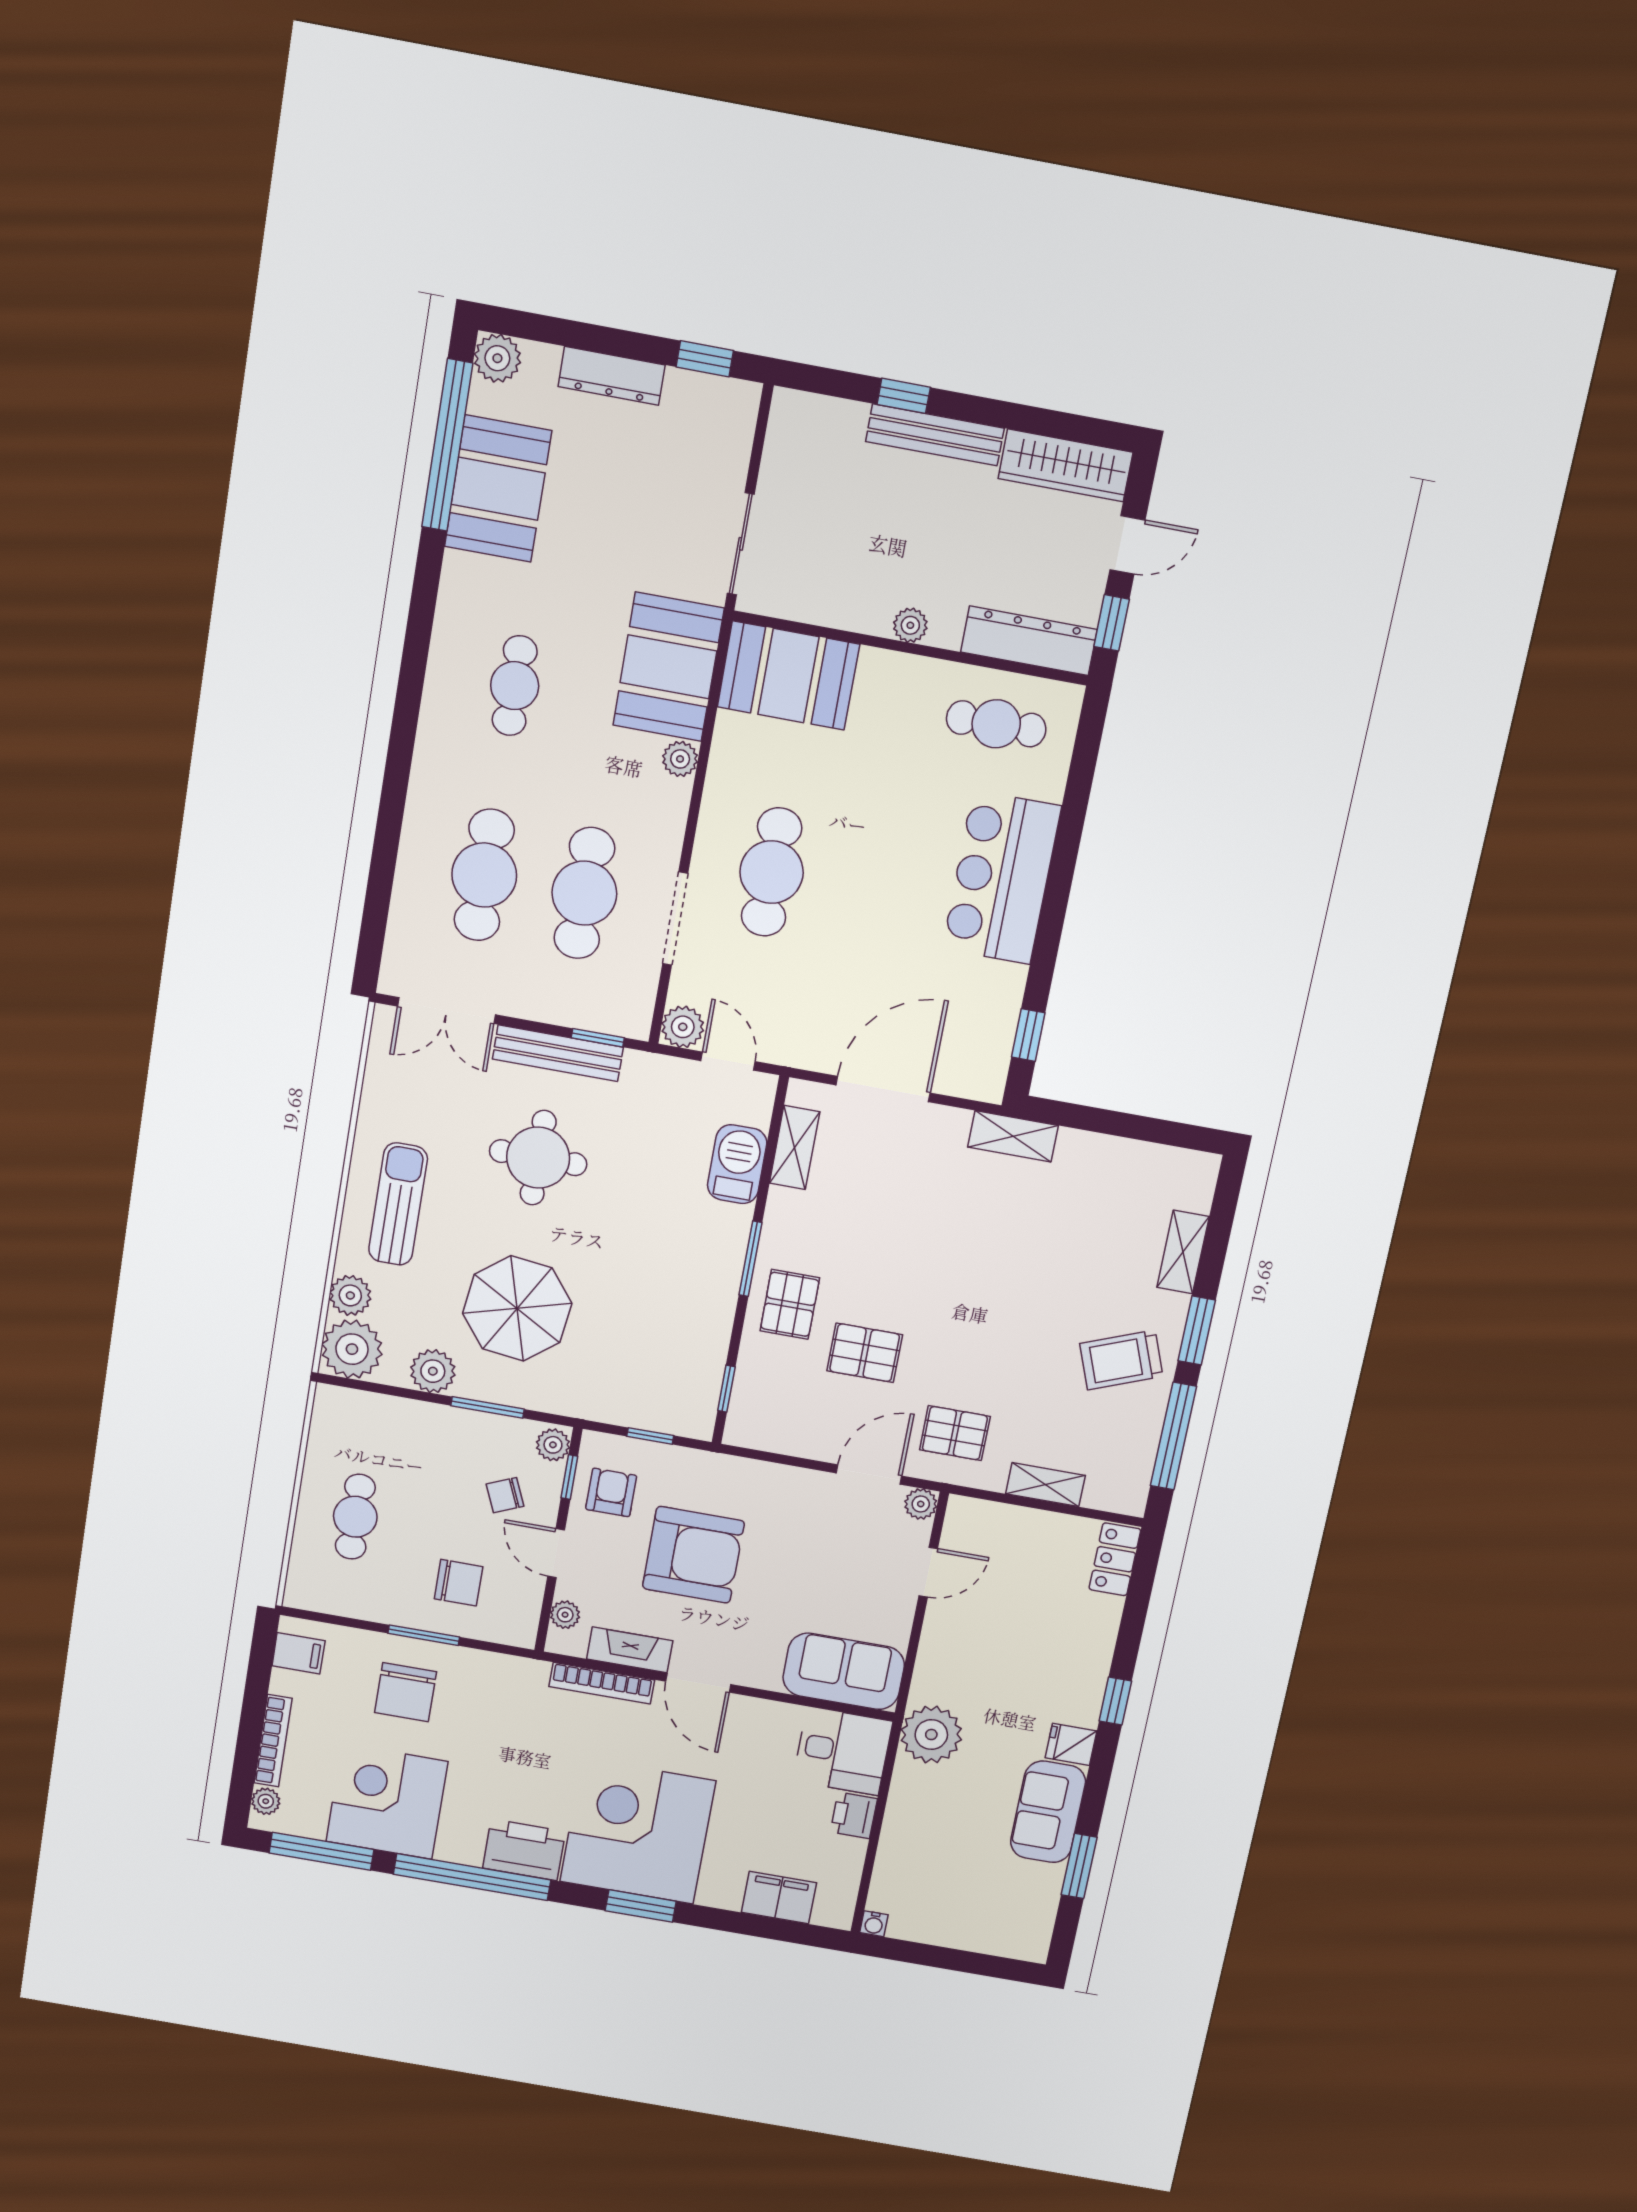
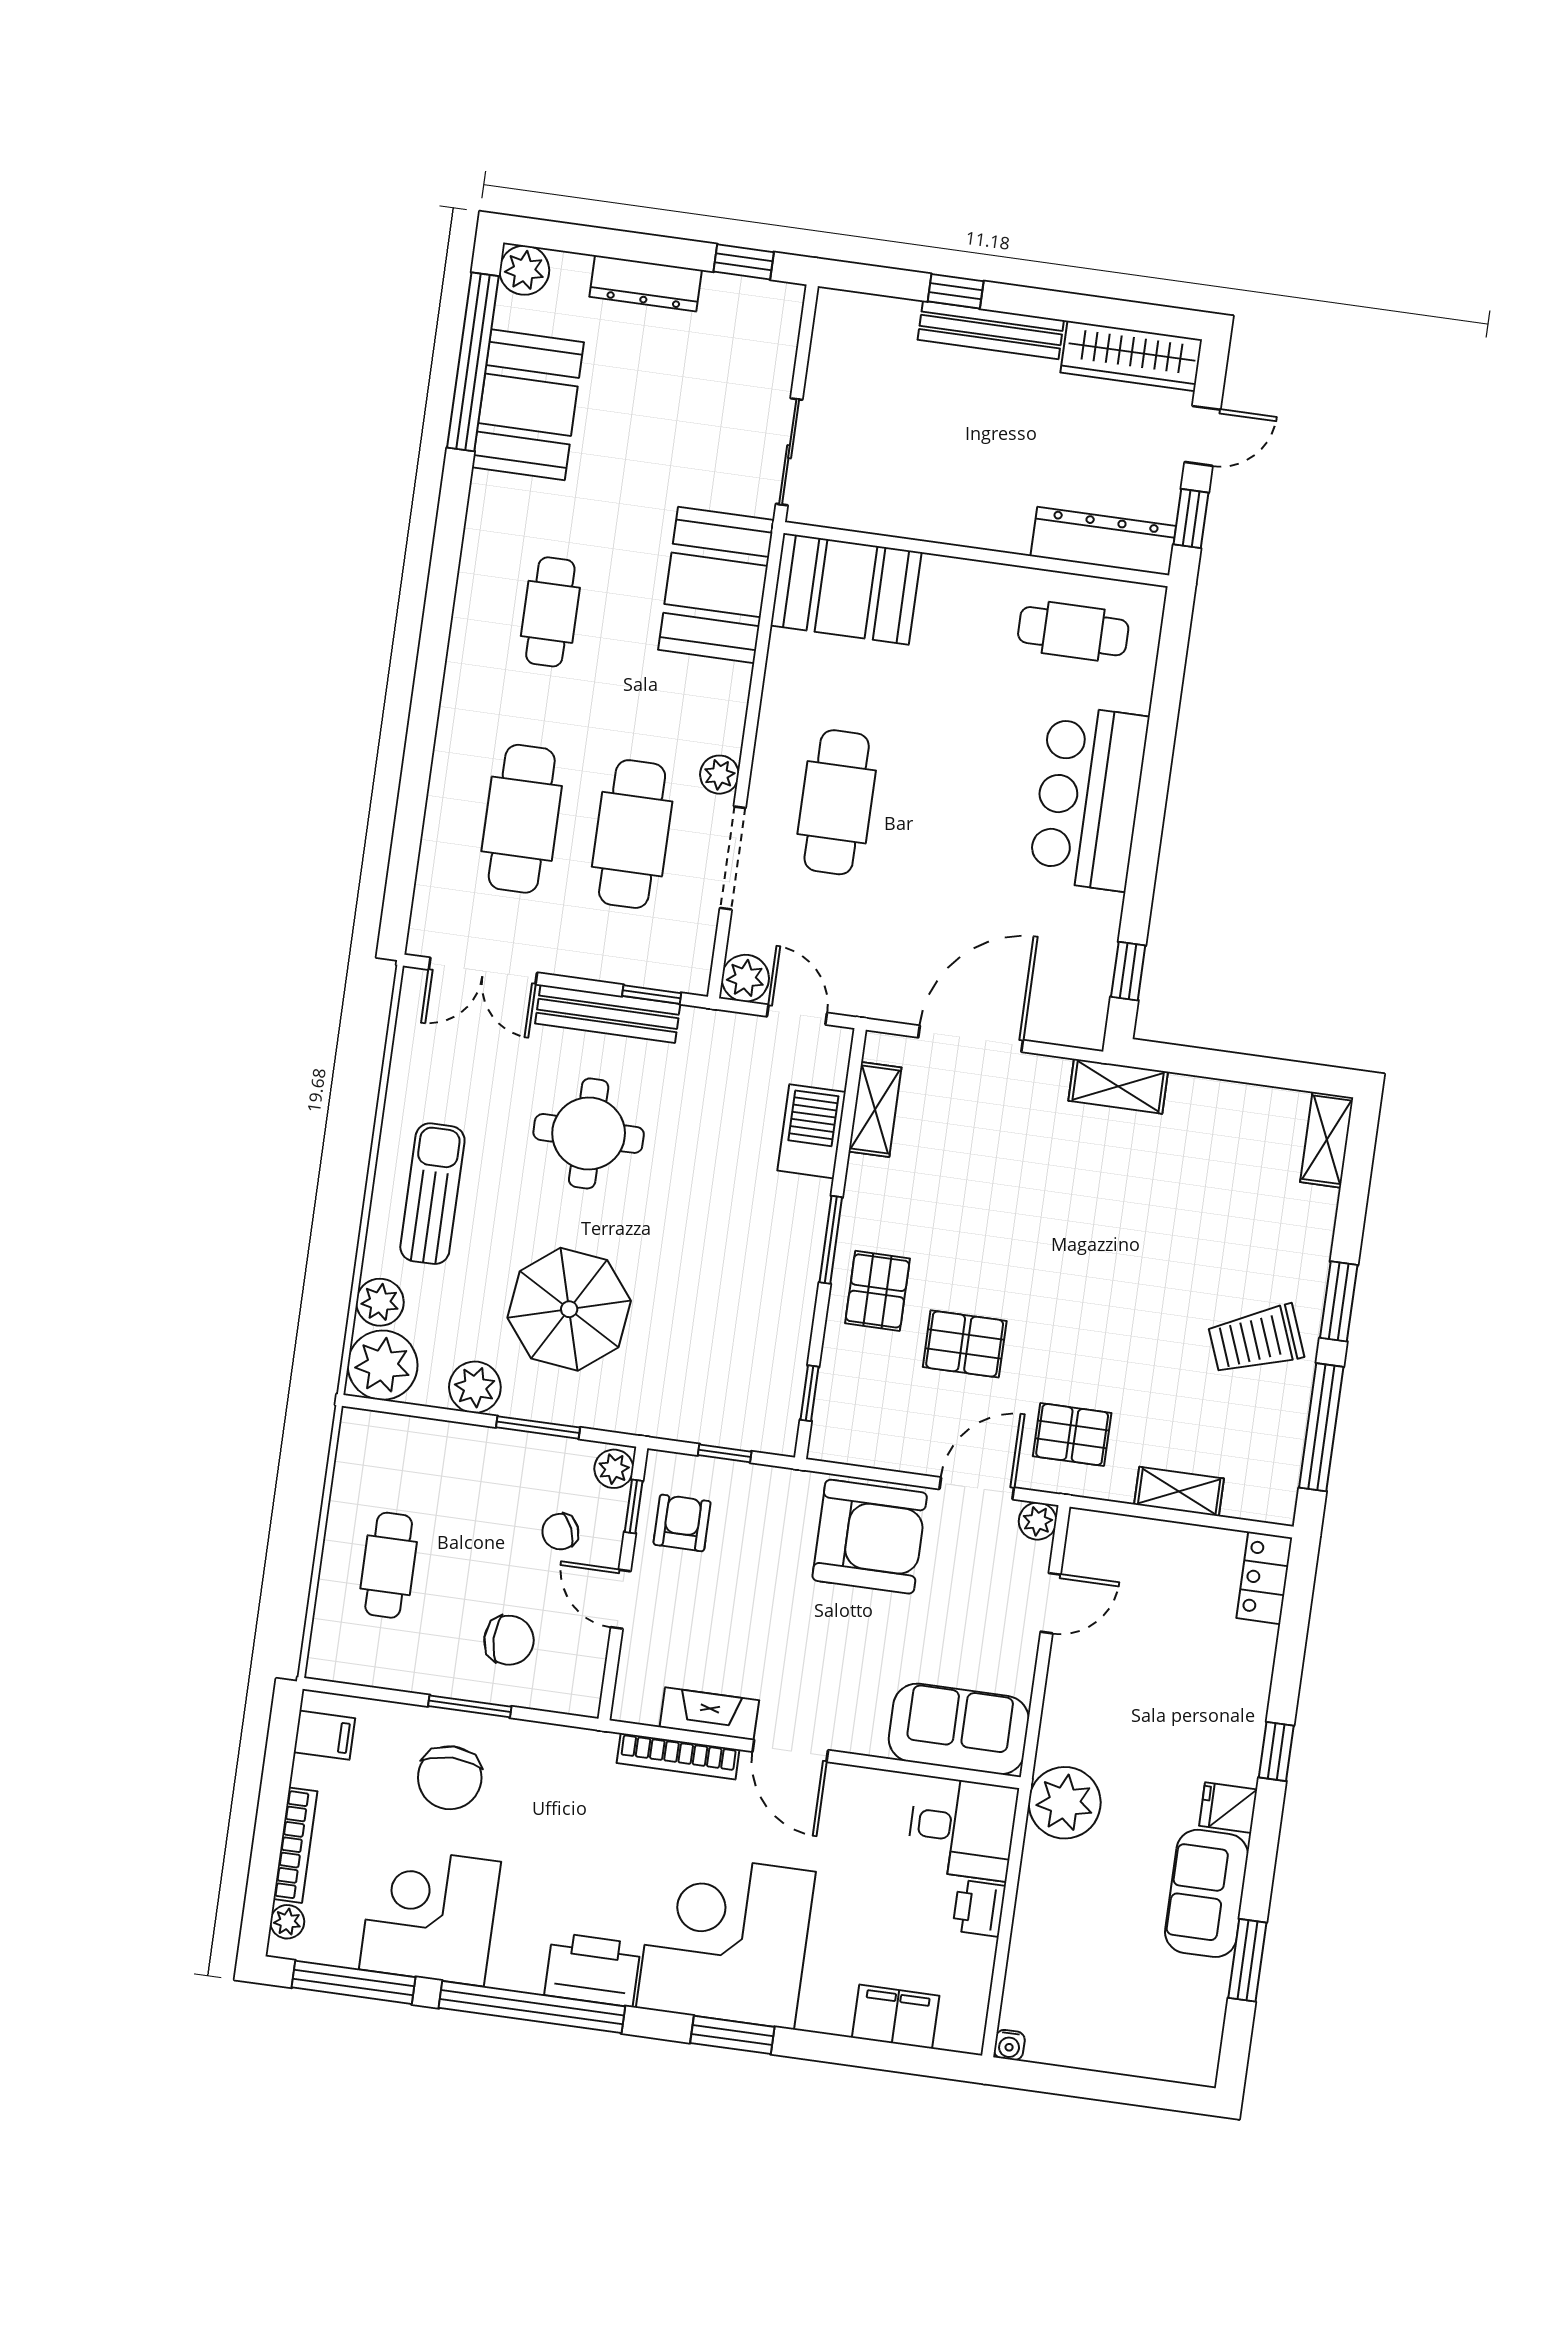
plant: (910, 625) -> (975, 530), removed
plant: (680, 759) -> (719, 775), moved
shelving: (1183, 1252) -> (1327, 1140), moved
armchair: (693, 1555) -> (870, 1537), moved
plant: (565, 1615) -> (633, 1674), removed

